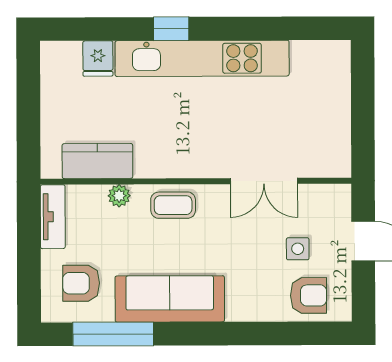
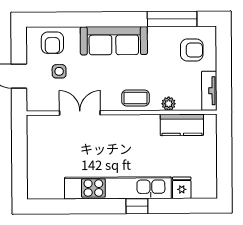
armchair: (308, 295) -> (52, 43), turned -90
sofa: (170, 299) -> (114, 41), moved

